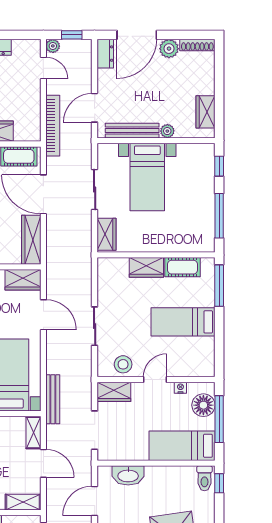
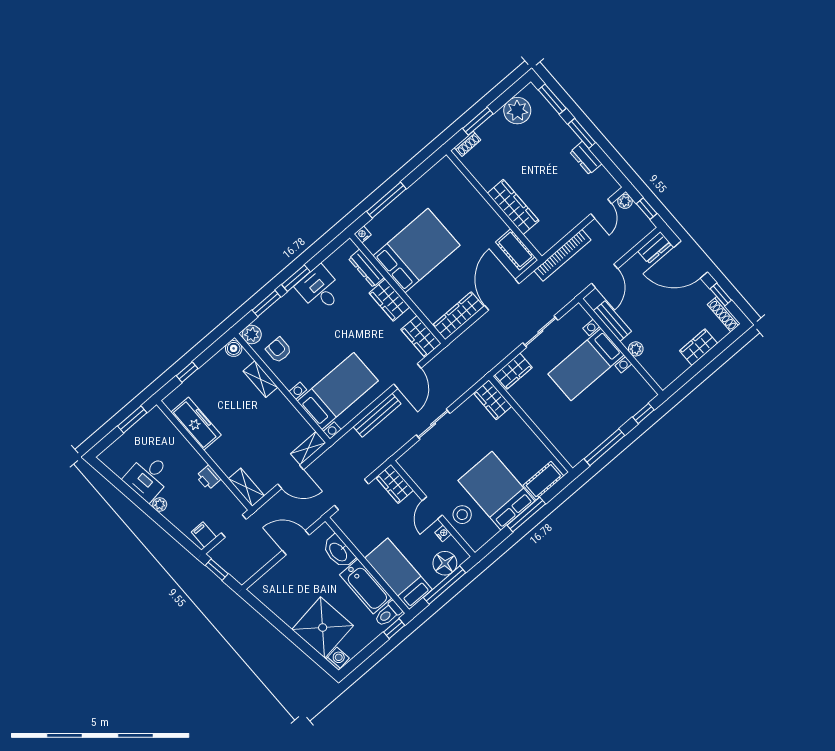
window: (181, 35) -> (721, 295), added
plant: (169, 49) -> (702, 294), removed
door: (95, 108) -> (605, 276), swing flipped
wardrobe: (205, 112) -> (698, 347), moved
bench: (132, 131) -> (612, 321), width x0.73
wardrobe: (146, 267) -> (493, 400), moved
cot: (183, 267) -> (543, 481), moved, turned 90
window: (219, 286) -> (526, 514), moved
bed: (183, 322) -> (496, 491), width x1.50
stool: (123, 364) -> (462, 515), moved
door: (155, 380) -> (432, 508), swing flipped
bench: (53, 399) -> (377, 415), moved
door: (43, 463) -> (291, 477), hinge flipped
bathtub: (170, 478) -> (366, 586), added

